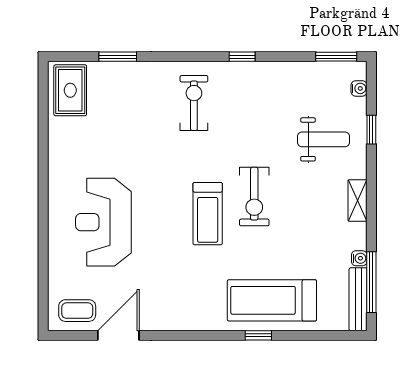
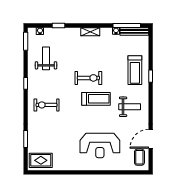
weight bench: (324, 139) -> (46, 58), moved
weight bench: (190, 289) -> (130, 107), added
treadmill: (272, 300) -> (135, 70), width x0.73, depth x0.73
door: (118, 335) -> (151, 139), hinge flipped

